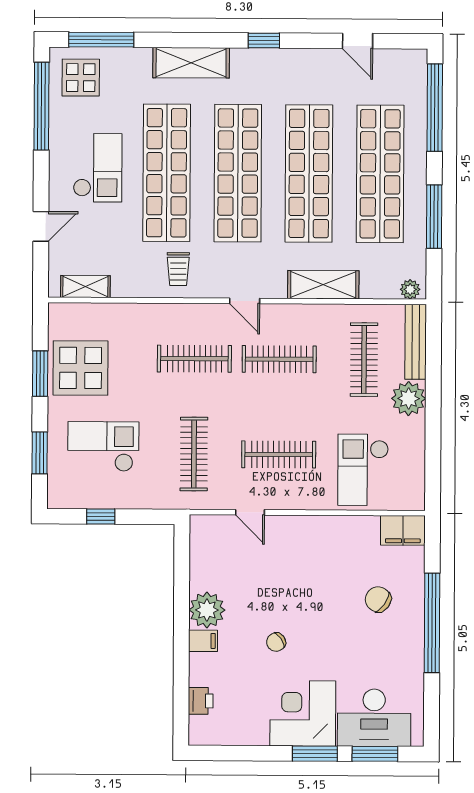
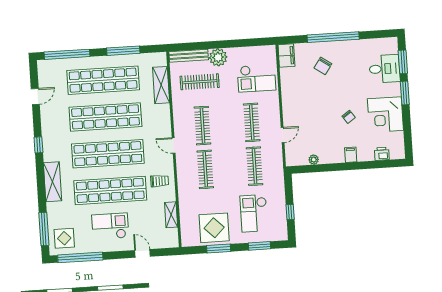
shelving: (323, 285) -> (161, 85), moved
shelving: (85, 287) -> (171, 215), moved
plant: (410, 289) -> (162, 60), removed
door: (245, 301) -> (174, 146), swing flipped
clothes rail: (194, 454) -> (255, 166), turned 90
plant: (207, 610) -> (314, 160), moved, width x0.53, depth x0.53
corner desk: (303, 713) -> (385, 115), moved
desk: (374, 718) -> (385, 69), width x0.73

